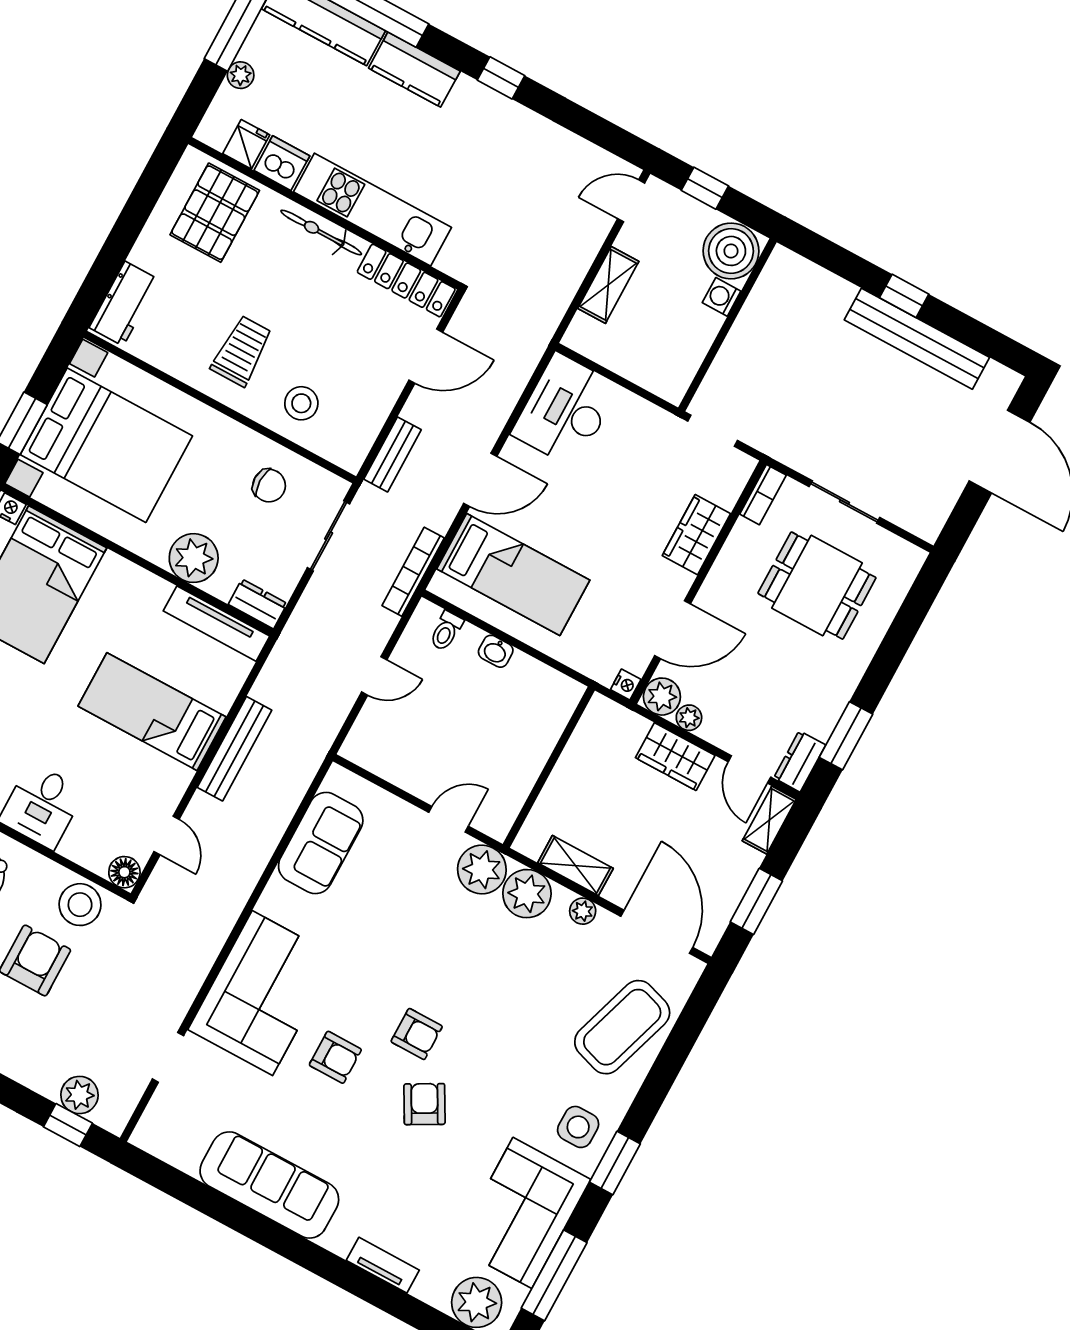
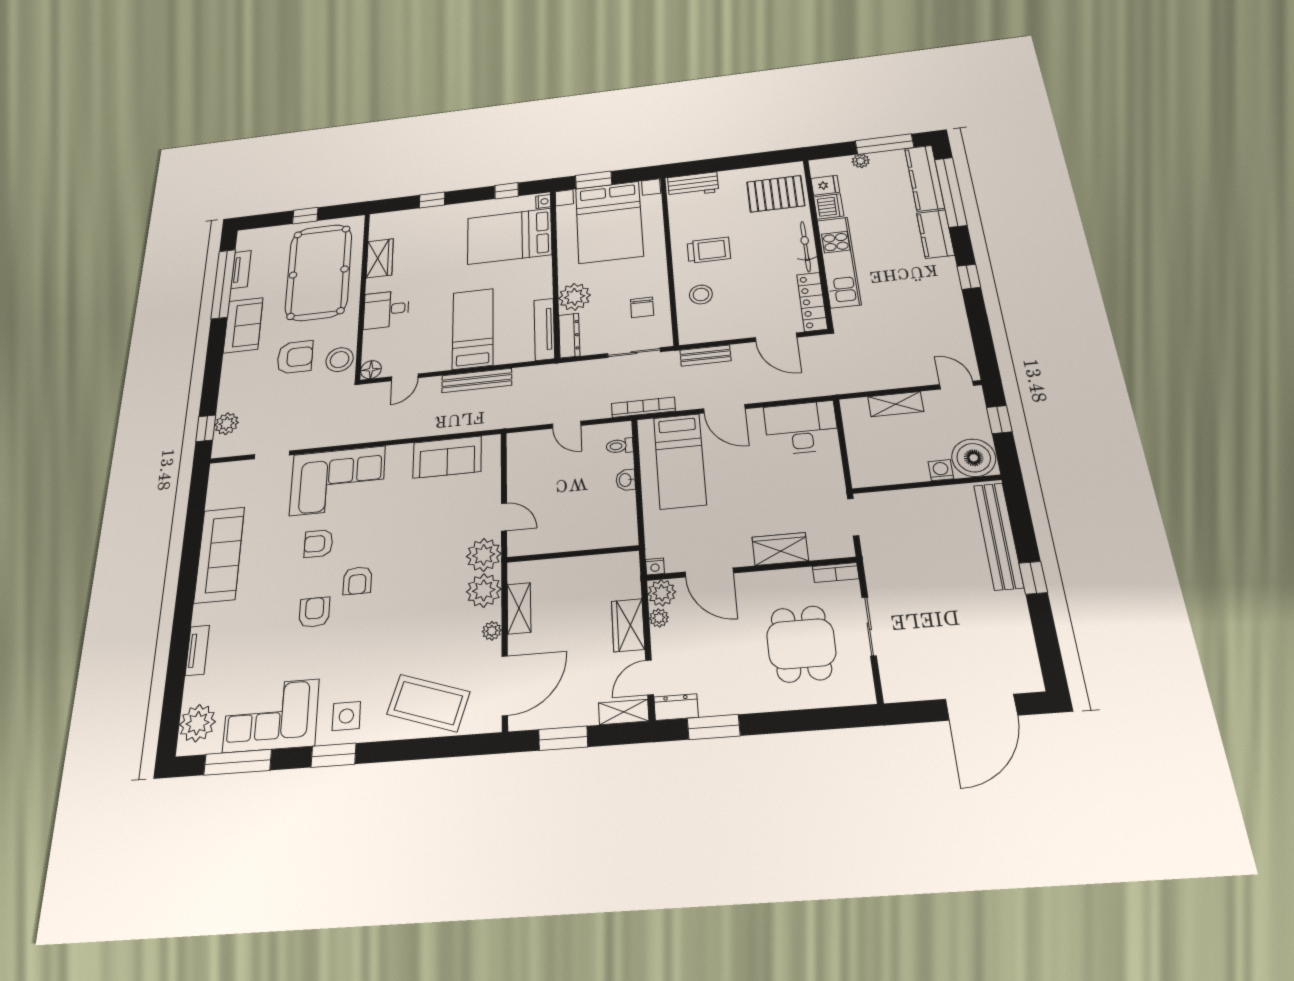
bench: (917, 339) -> (998, 536), moved
dresser: (258, 604) -> (569, 335), width x1.44
armchair: (335, 1057) -> (318, 544), turned 90
armchair: (424, 1104) -> (314, 612), turned -61

